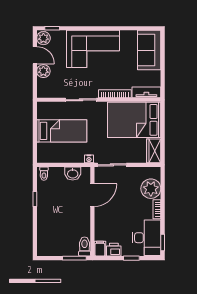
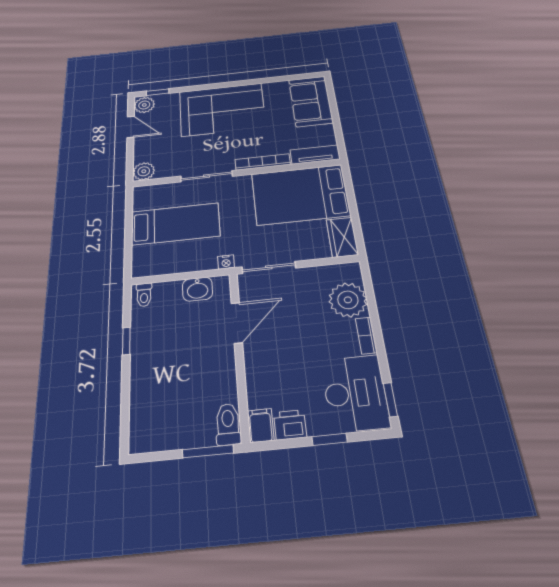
plant: (43, 71) -> (144, 171), moved

